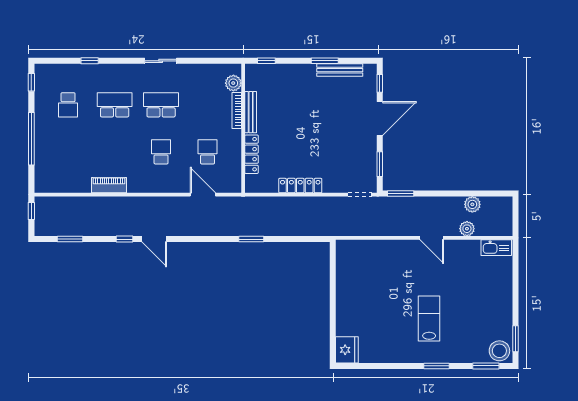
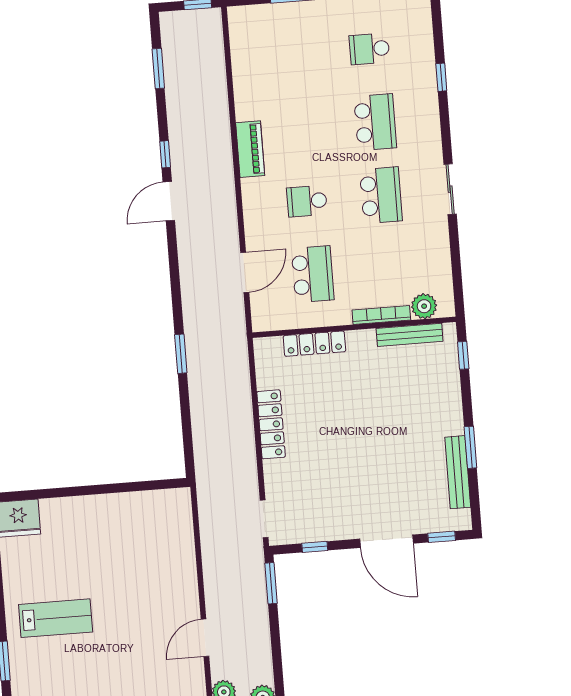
bench: (251, 112) -> (410, 335), moved
school desk: (161, 152) -> (307, 201), turned 180
school desk: (208, 152) -> (313, 274), width x1.85
window: (380, 164) -> (315, 547), width x0.67
piano: (109, 185) -> (250, 149), moved
lab bench: (429, 319) -> (56, 618), moved

